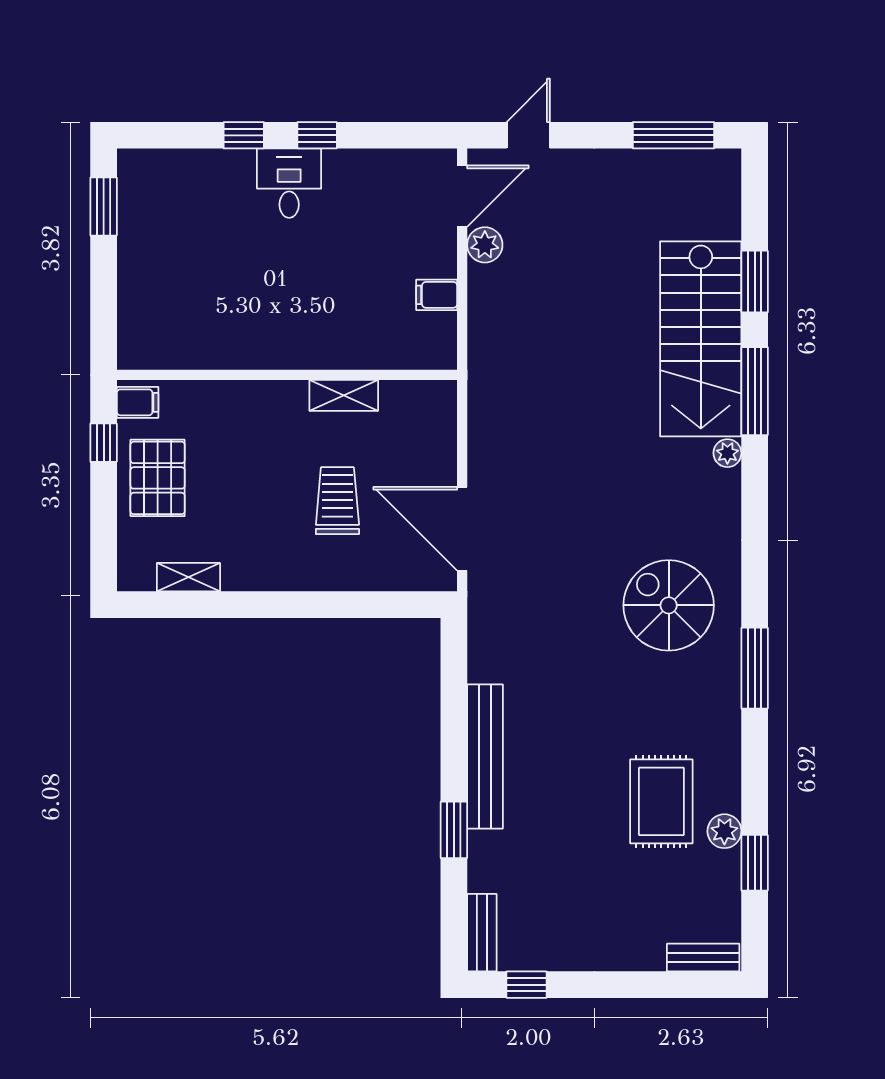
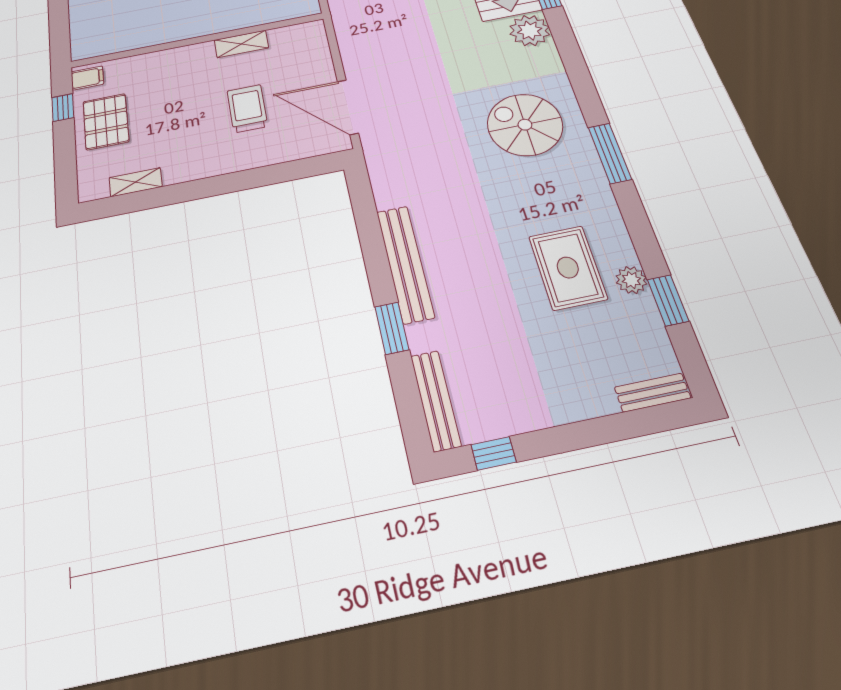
plant: (727, 453) -> (530, 31), width x1.87, depth x1.87
bench: (482, 933) -> (436, 400), width x1.36

